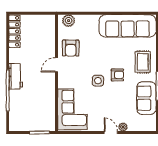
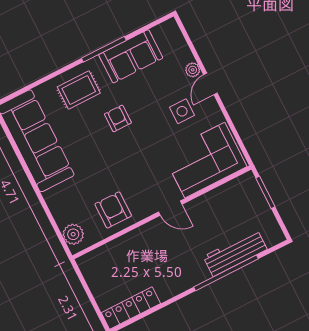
armchair: (71, 48) -> (113, 210), turned -90
door: (56, 65) -> (170, 208), moved
workbench: (16, 76) -> (235, 253), moved, width x1.38
side table: (98, 81) -> (182, 111), moved

